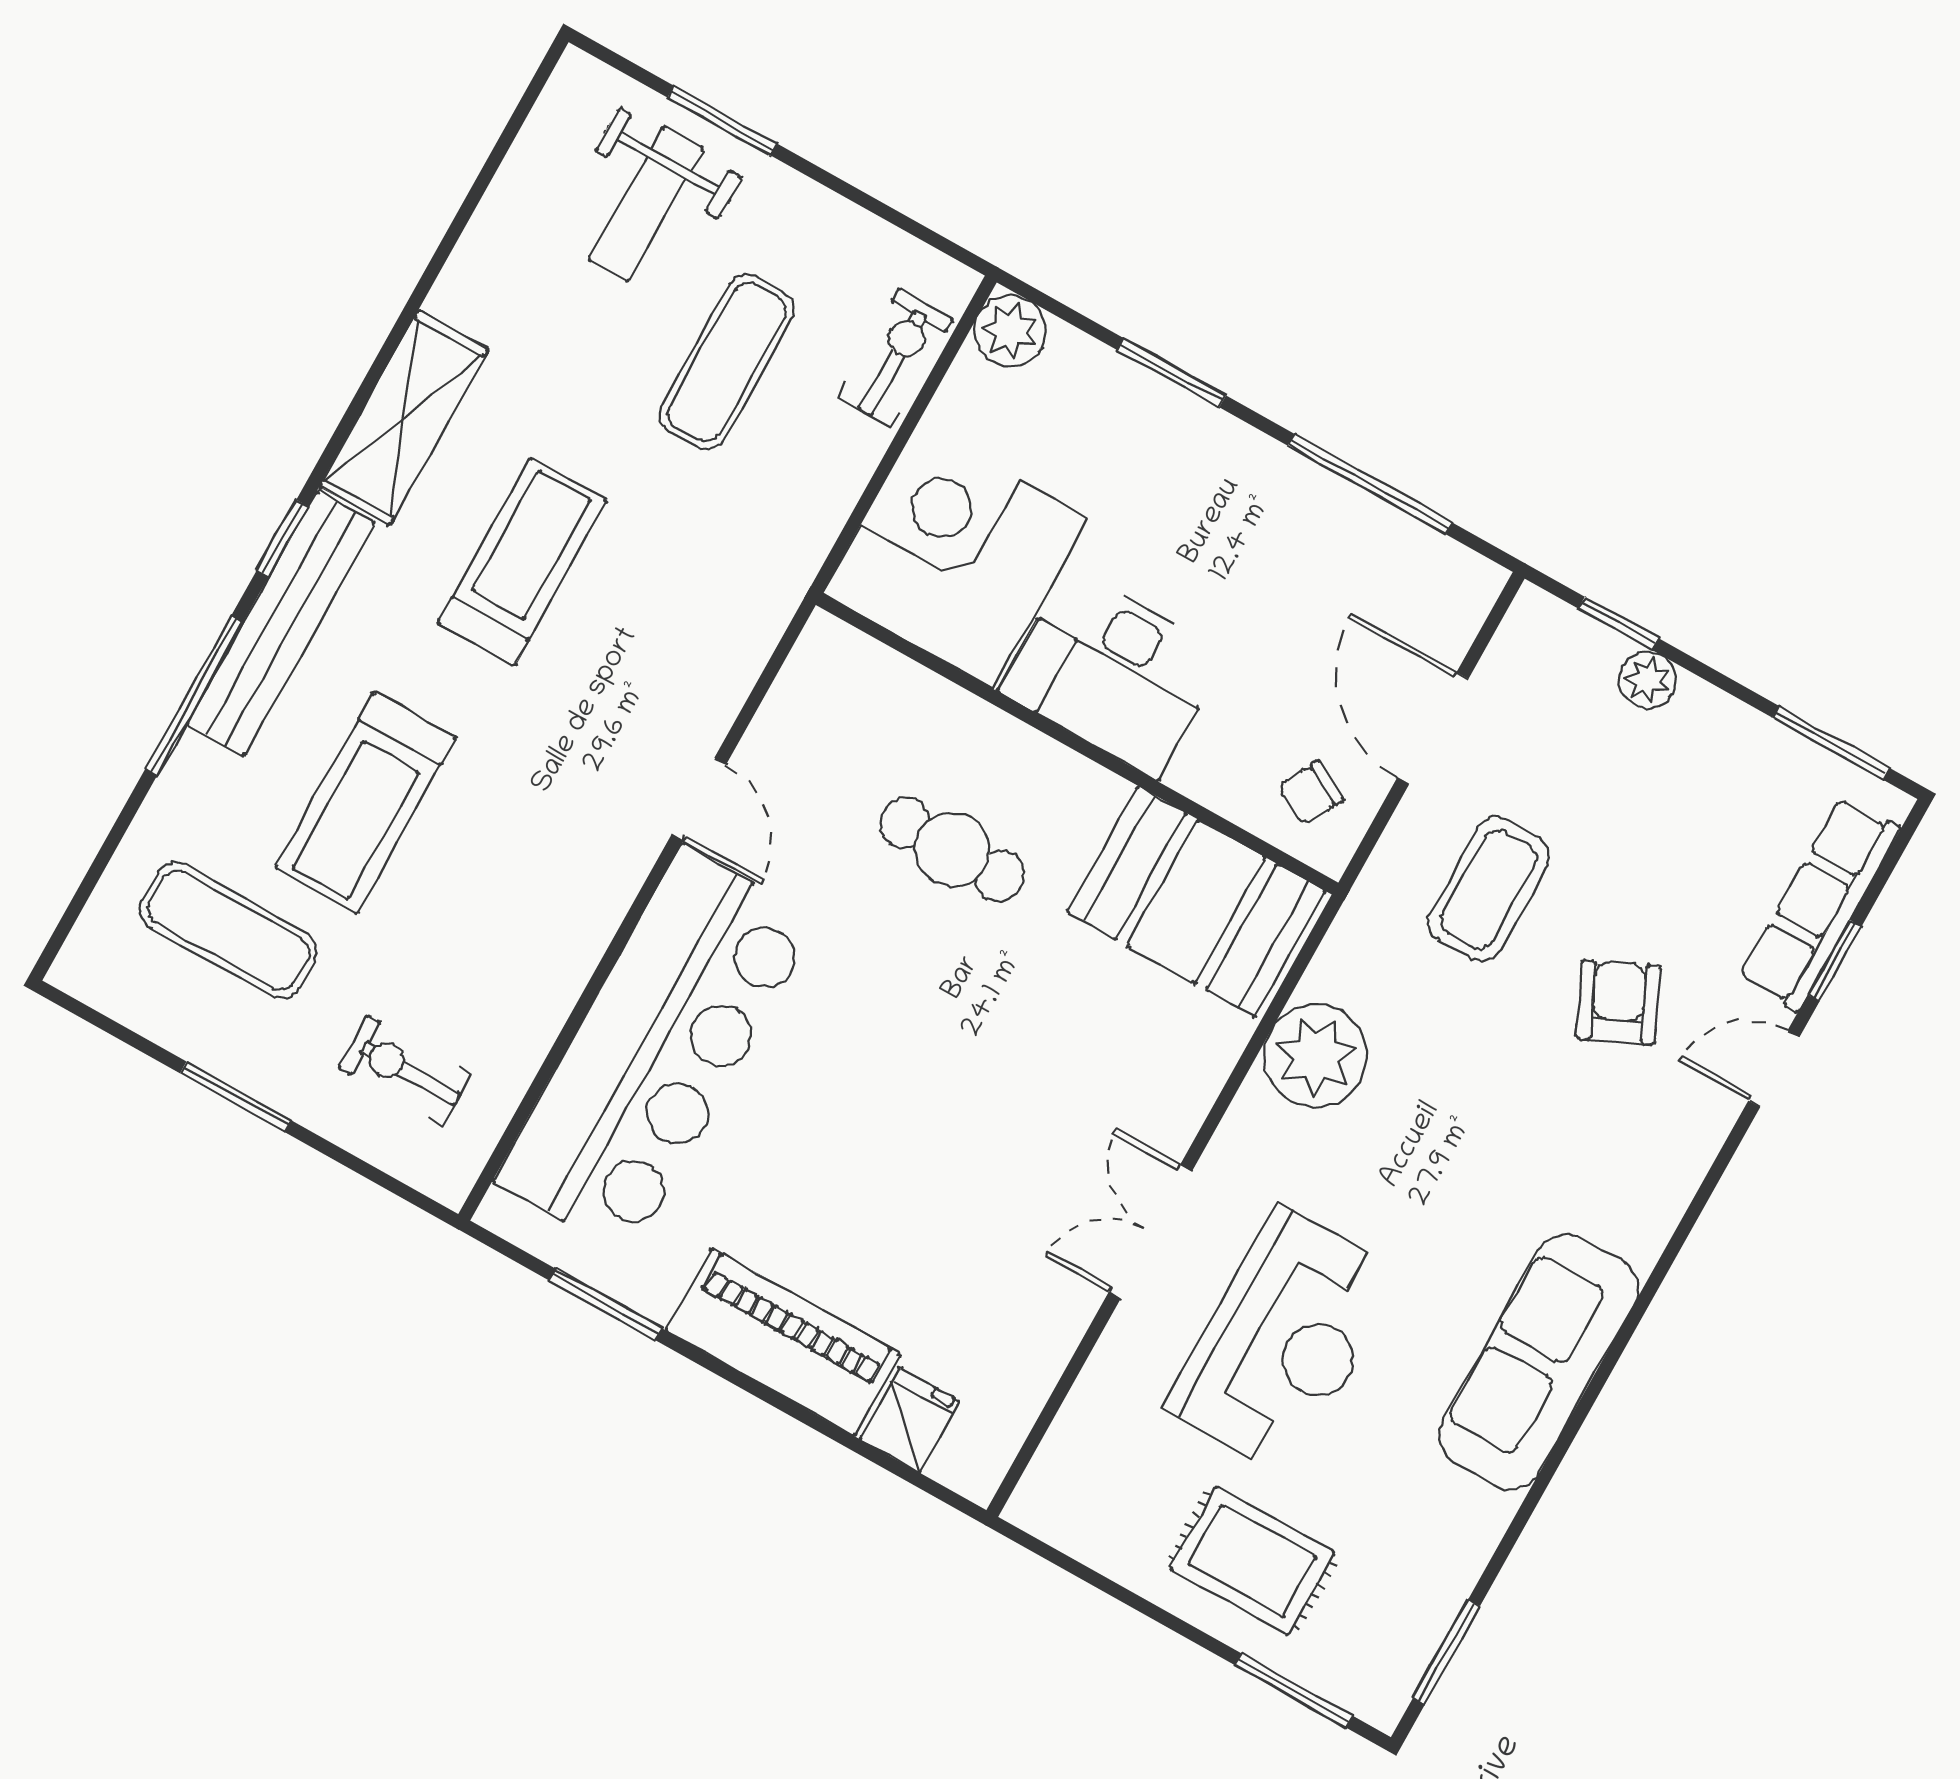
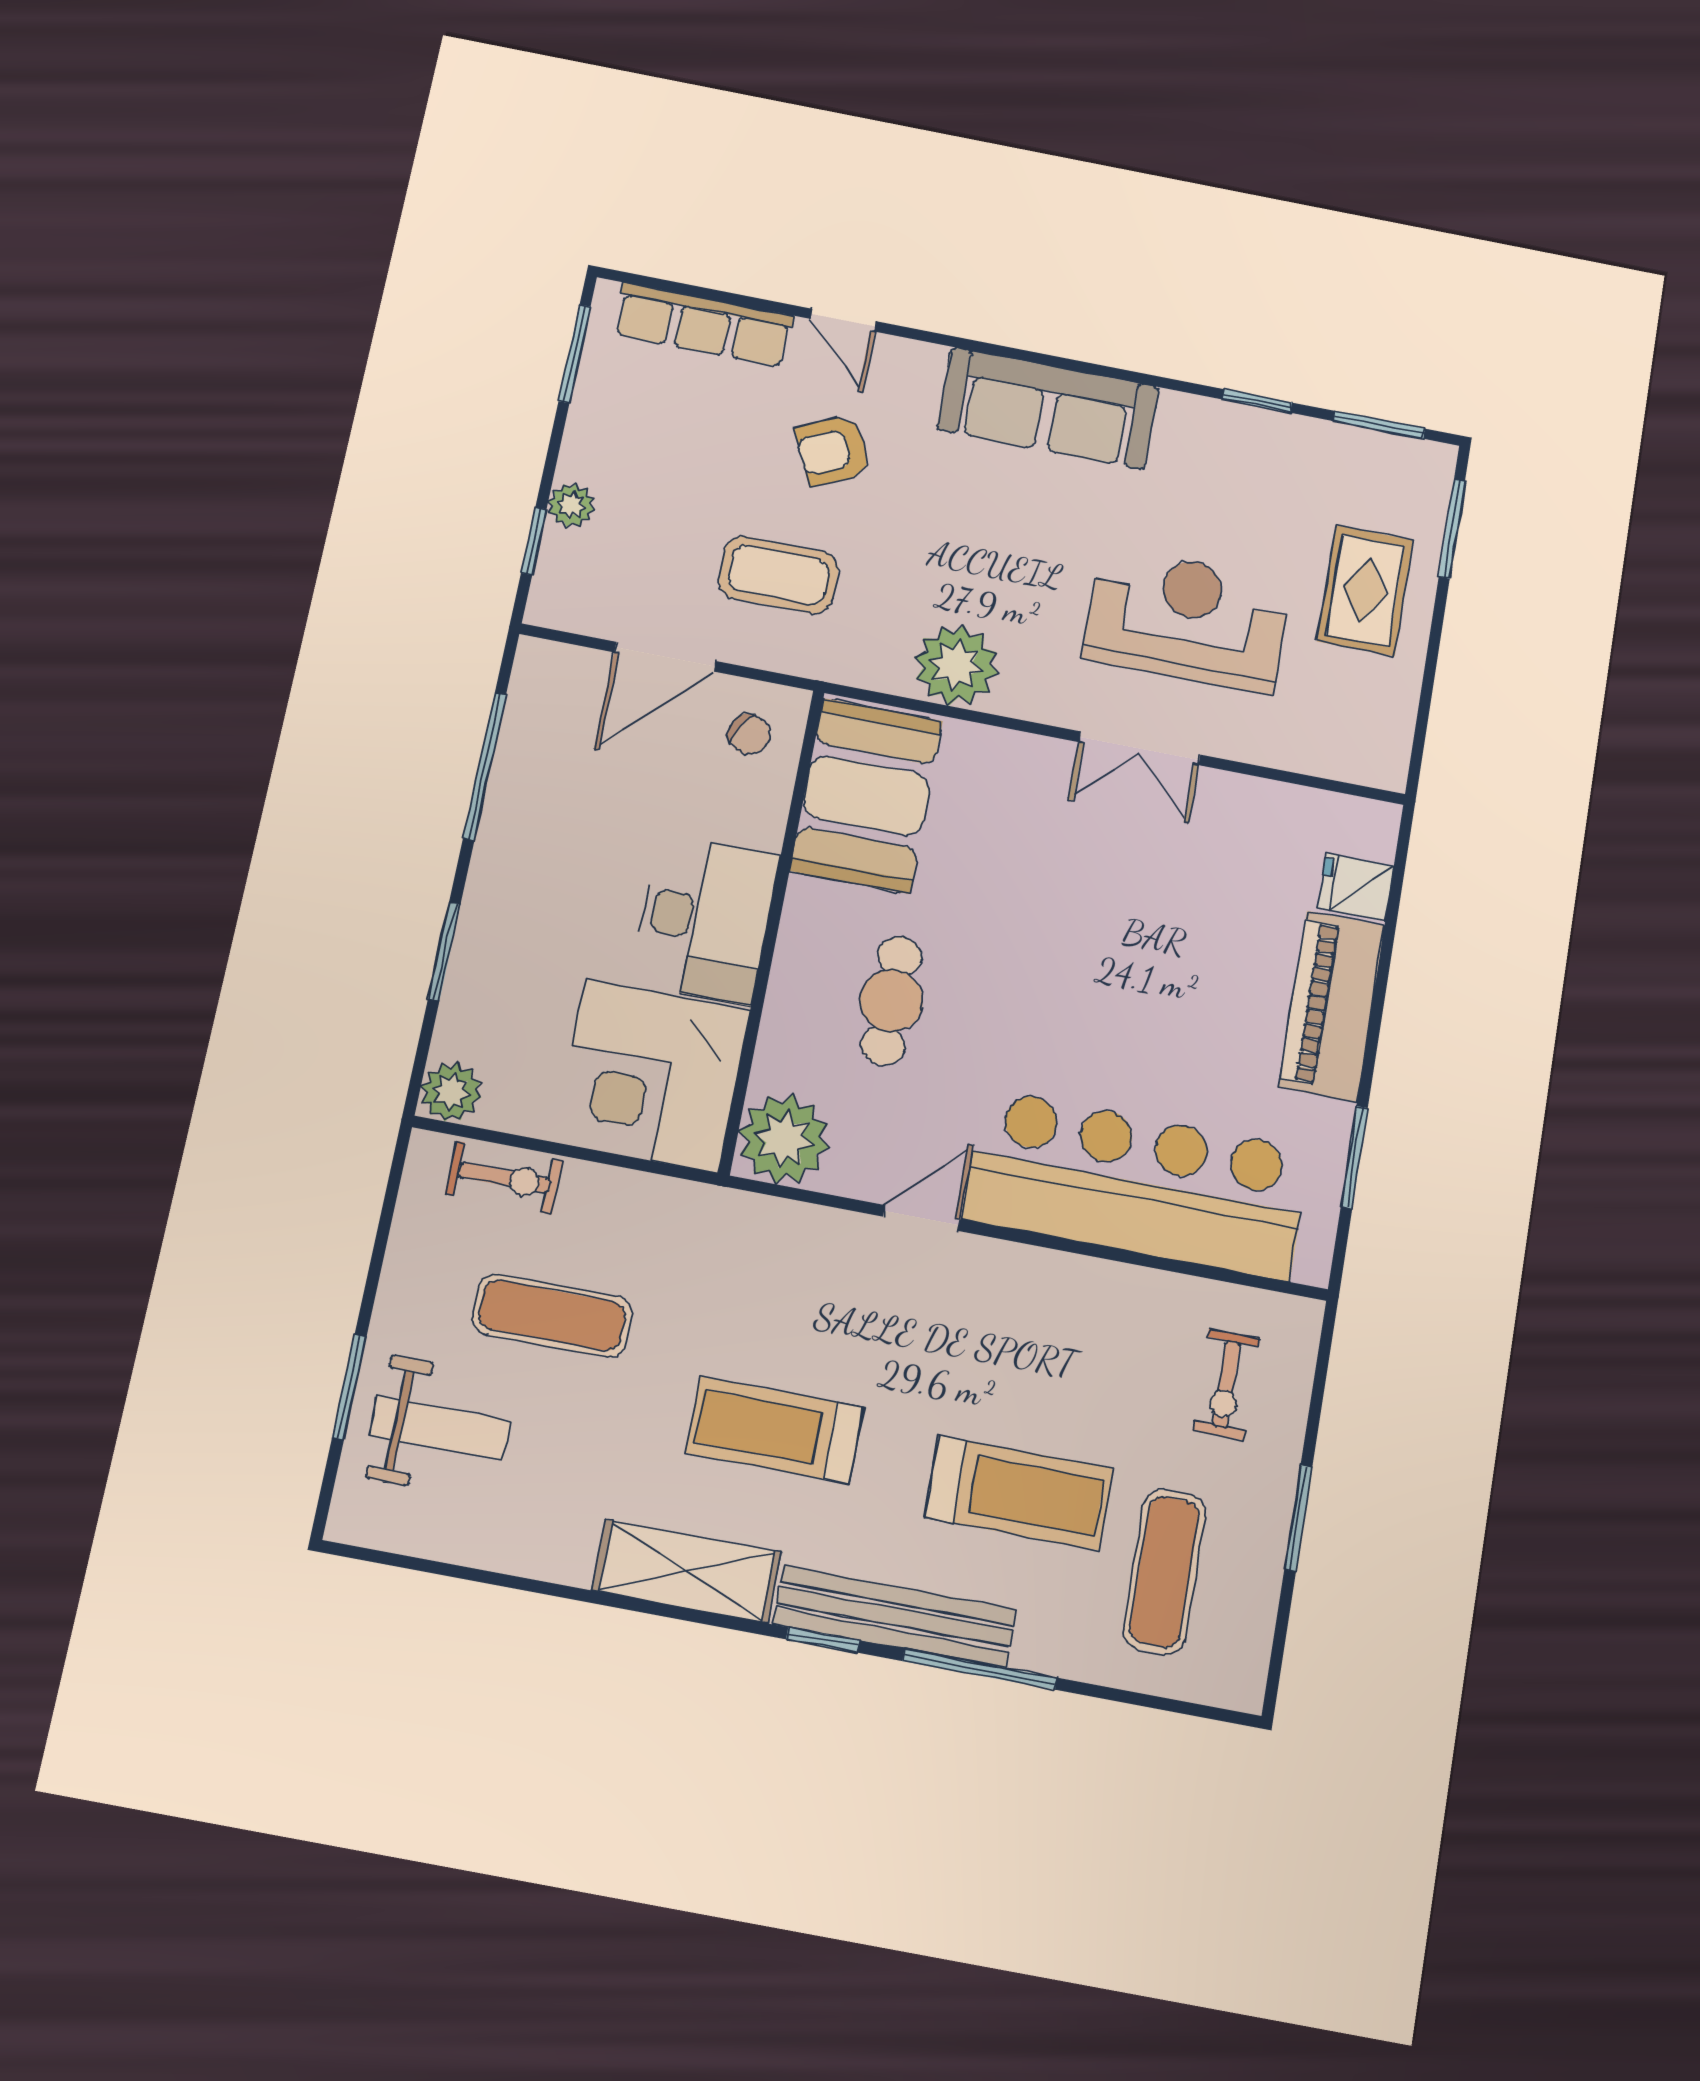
exercise bike: (895, 358) -> (504, 1178), turned 180
plant: (836, 678) -> (784, 1139), added
window: (1835, 961) -> (1257, 401), moved
sofa: (1539, 1362) -> (1048, 408), moved

